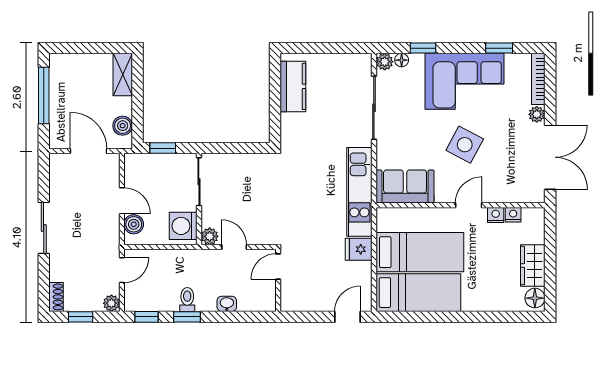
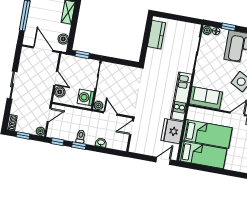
fridge: (359, 249) -> (172, 131), width x1.88, depth x1.34

